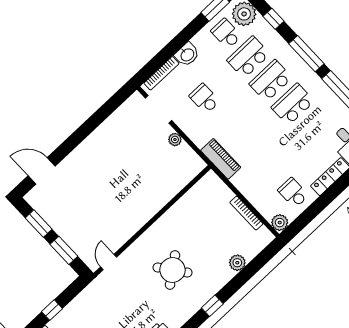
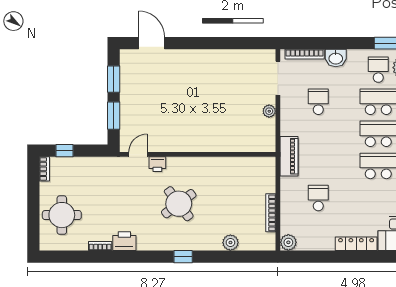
school desk: (293, 193) -> (318, 198), moved
printer: (130, 256) -> (157, 164), added

